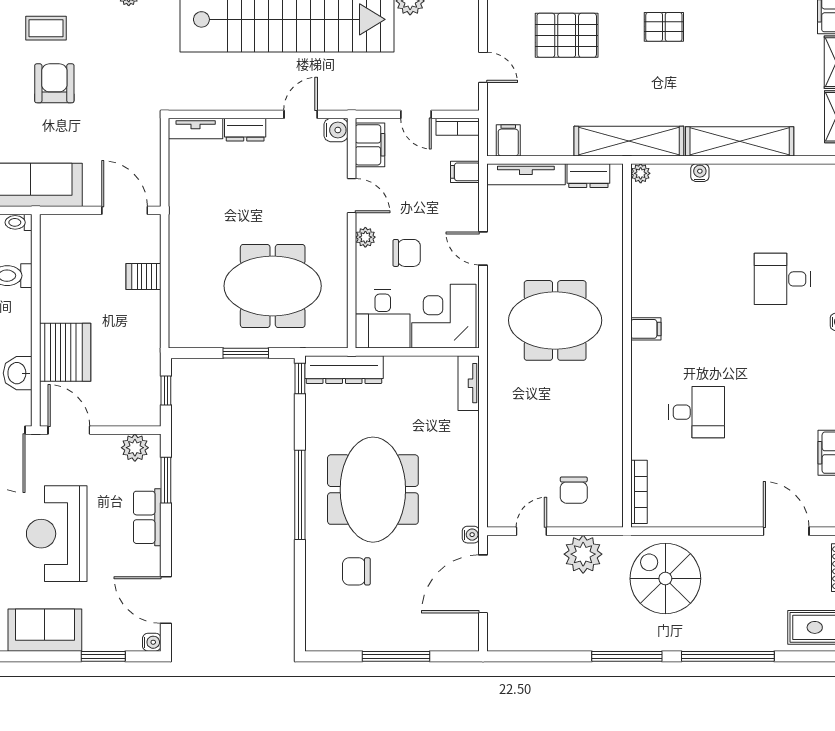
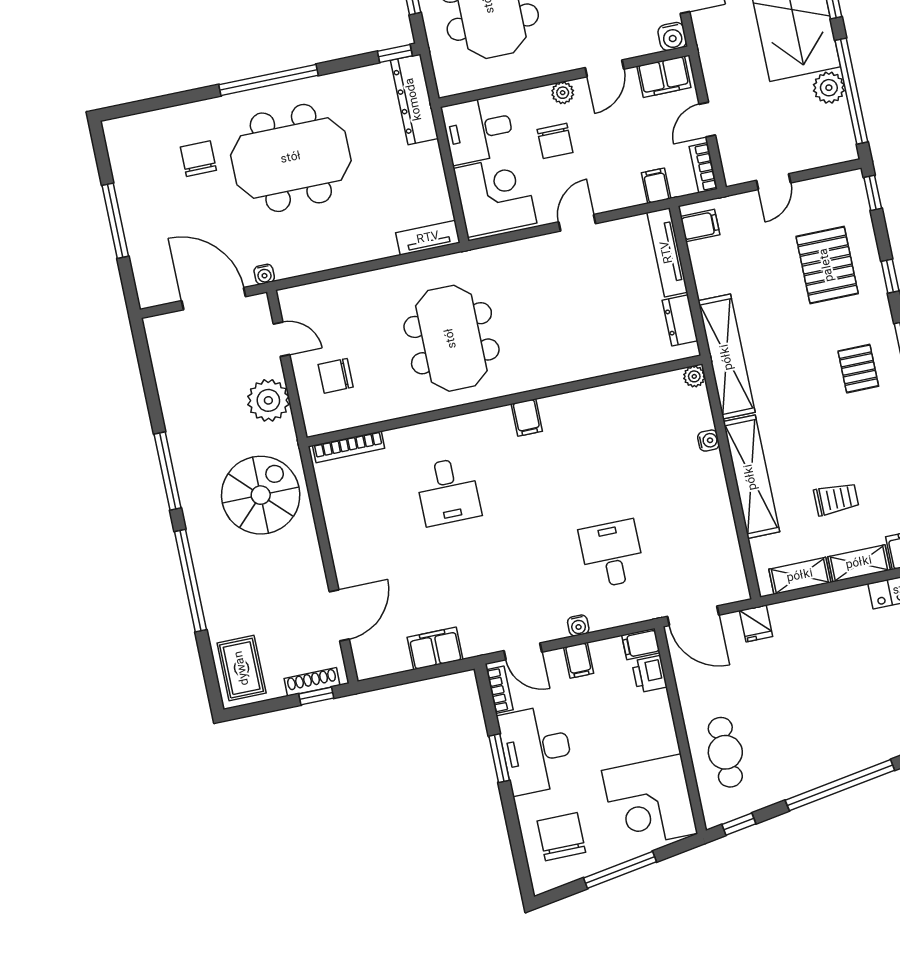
trolley: (775, 70) -> (836, 499), added
meeting table: (555, 320) -> (451, 338), moved

